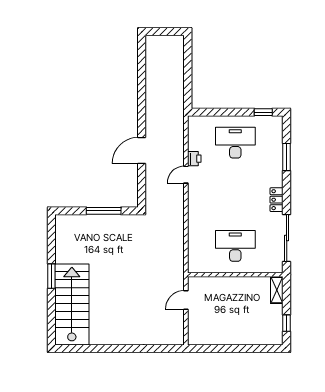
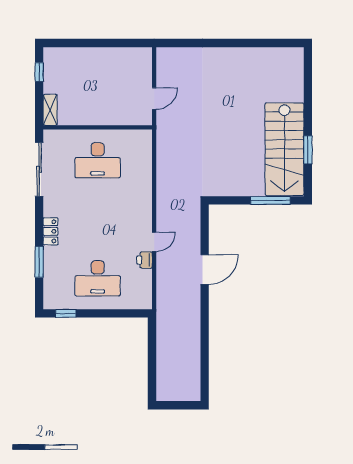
locker: (277, 200) -> (50, 231), moved
window: (104, 211) -> (270, 200), moved
window: (51, 276) -> (308, 150), moved
stairs: (72, 304) -> (284, 149), moved

